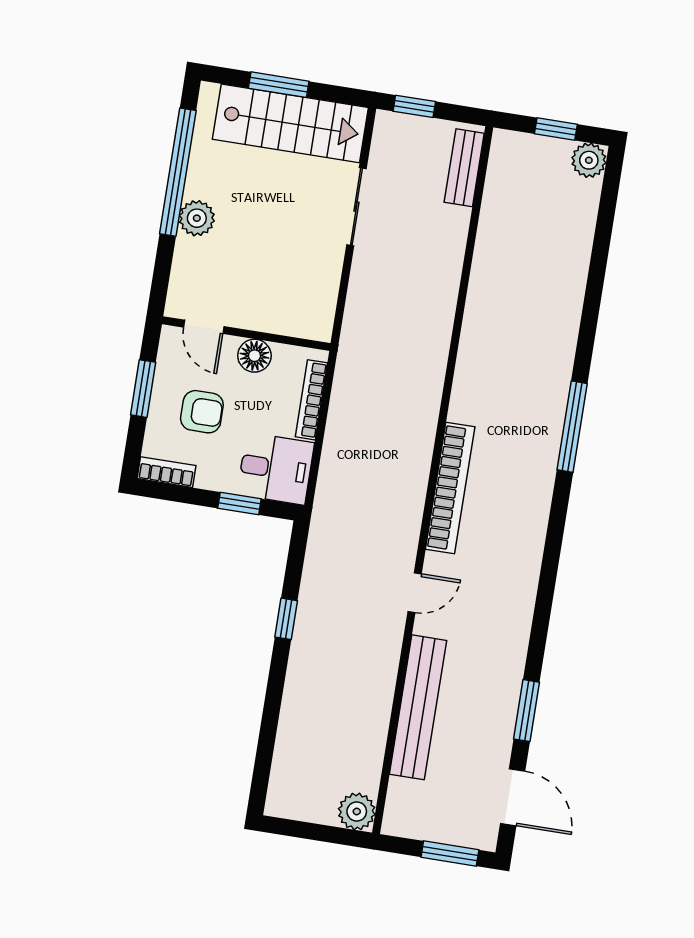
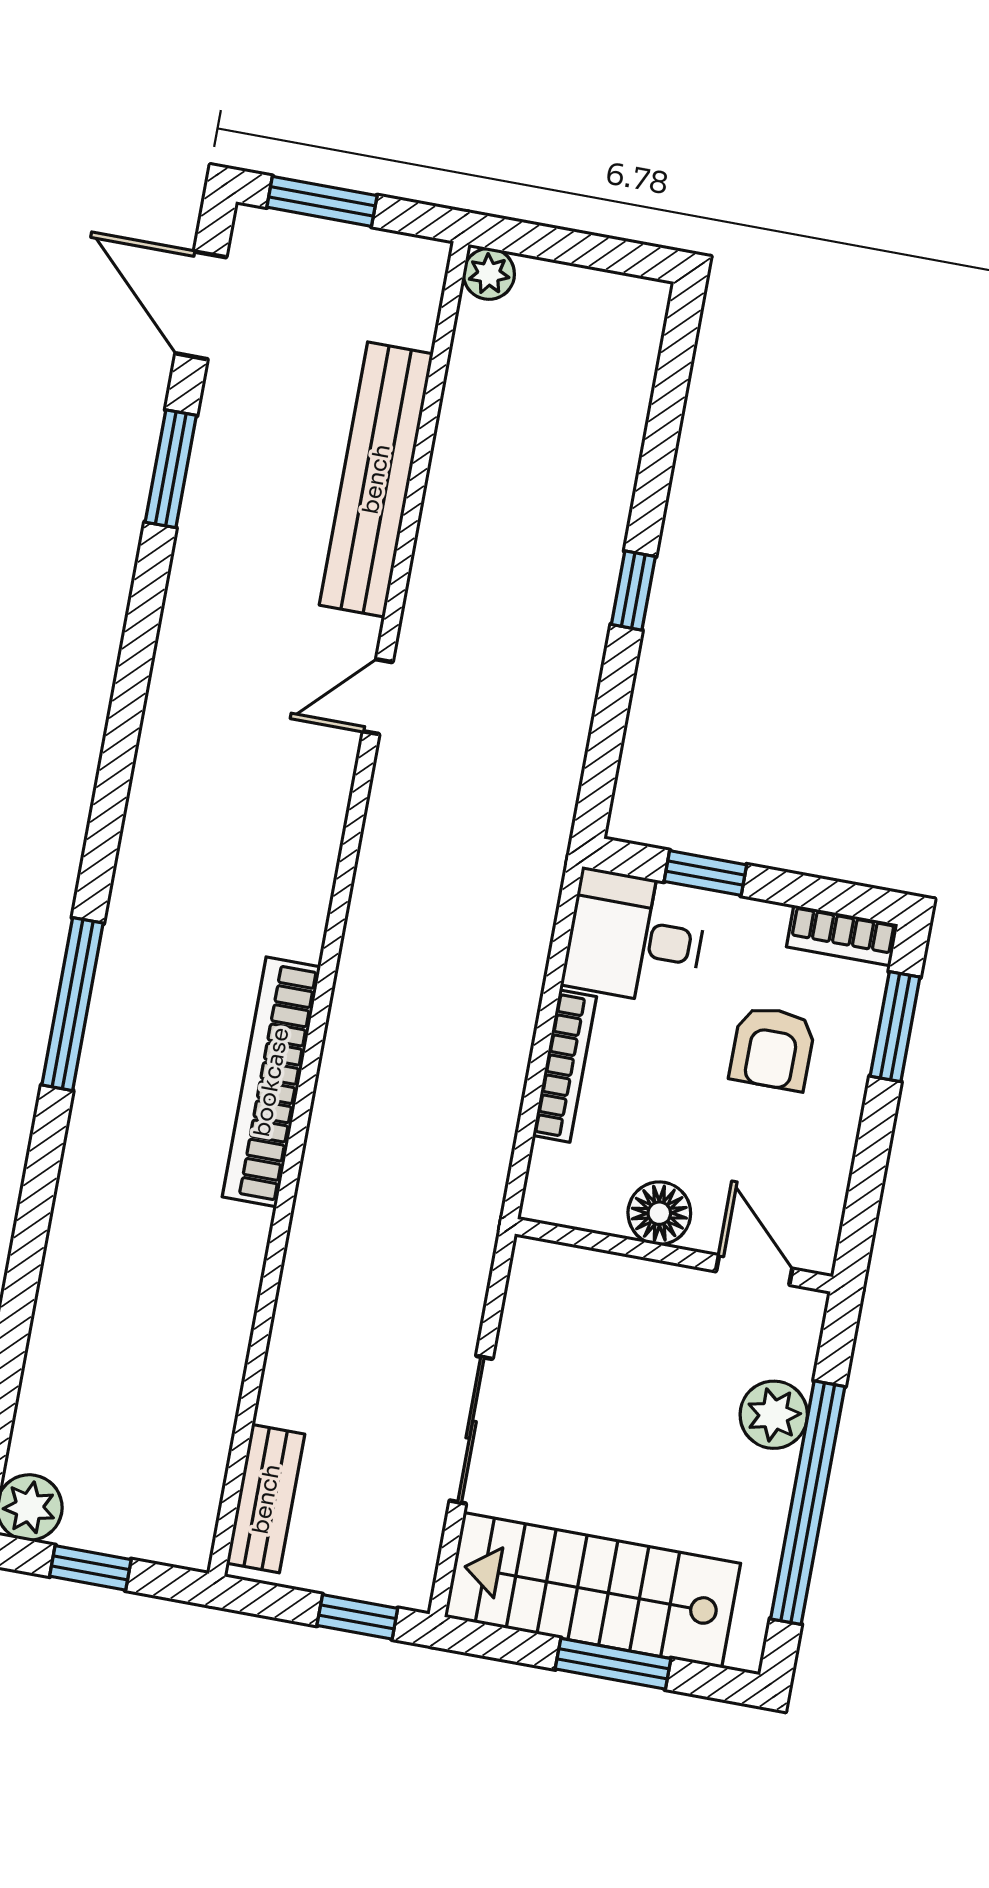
door: (204, 327) -> (754, 1270), moved
wall: (246, 334) -> (674, 1255), moved
floor lamp: (254, 356) -> (659, 1213), moved
window: (143, 389) -> (895, 1027), moved
armchair: (202, 412) -> (772, 1048), turned -90
bookcase: (450, 488) -> (271, 1082), moved
window: (286, 619) -> (633, 591), moved
plant: (357, 811) -> (489, 274), width x0.73, depth x0.73

